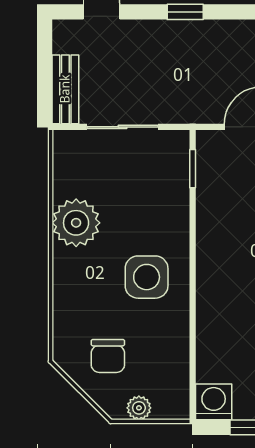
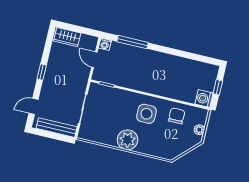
bench: (65, 89) -> (57, 128), width x1.36
plant: (76, 223) -> (128, 140), moved
chair: (108, 356) -> (177, 116), moved, turned -90

